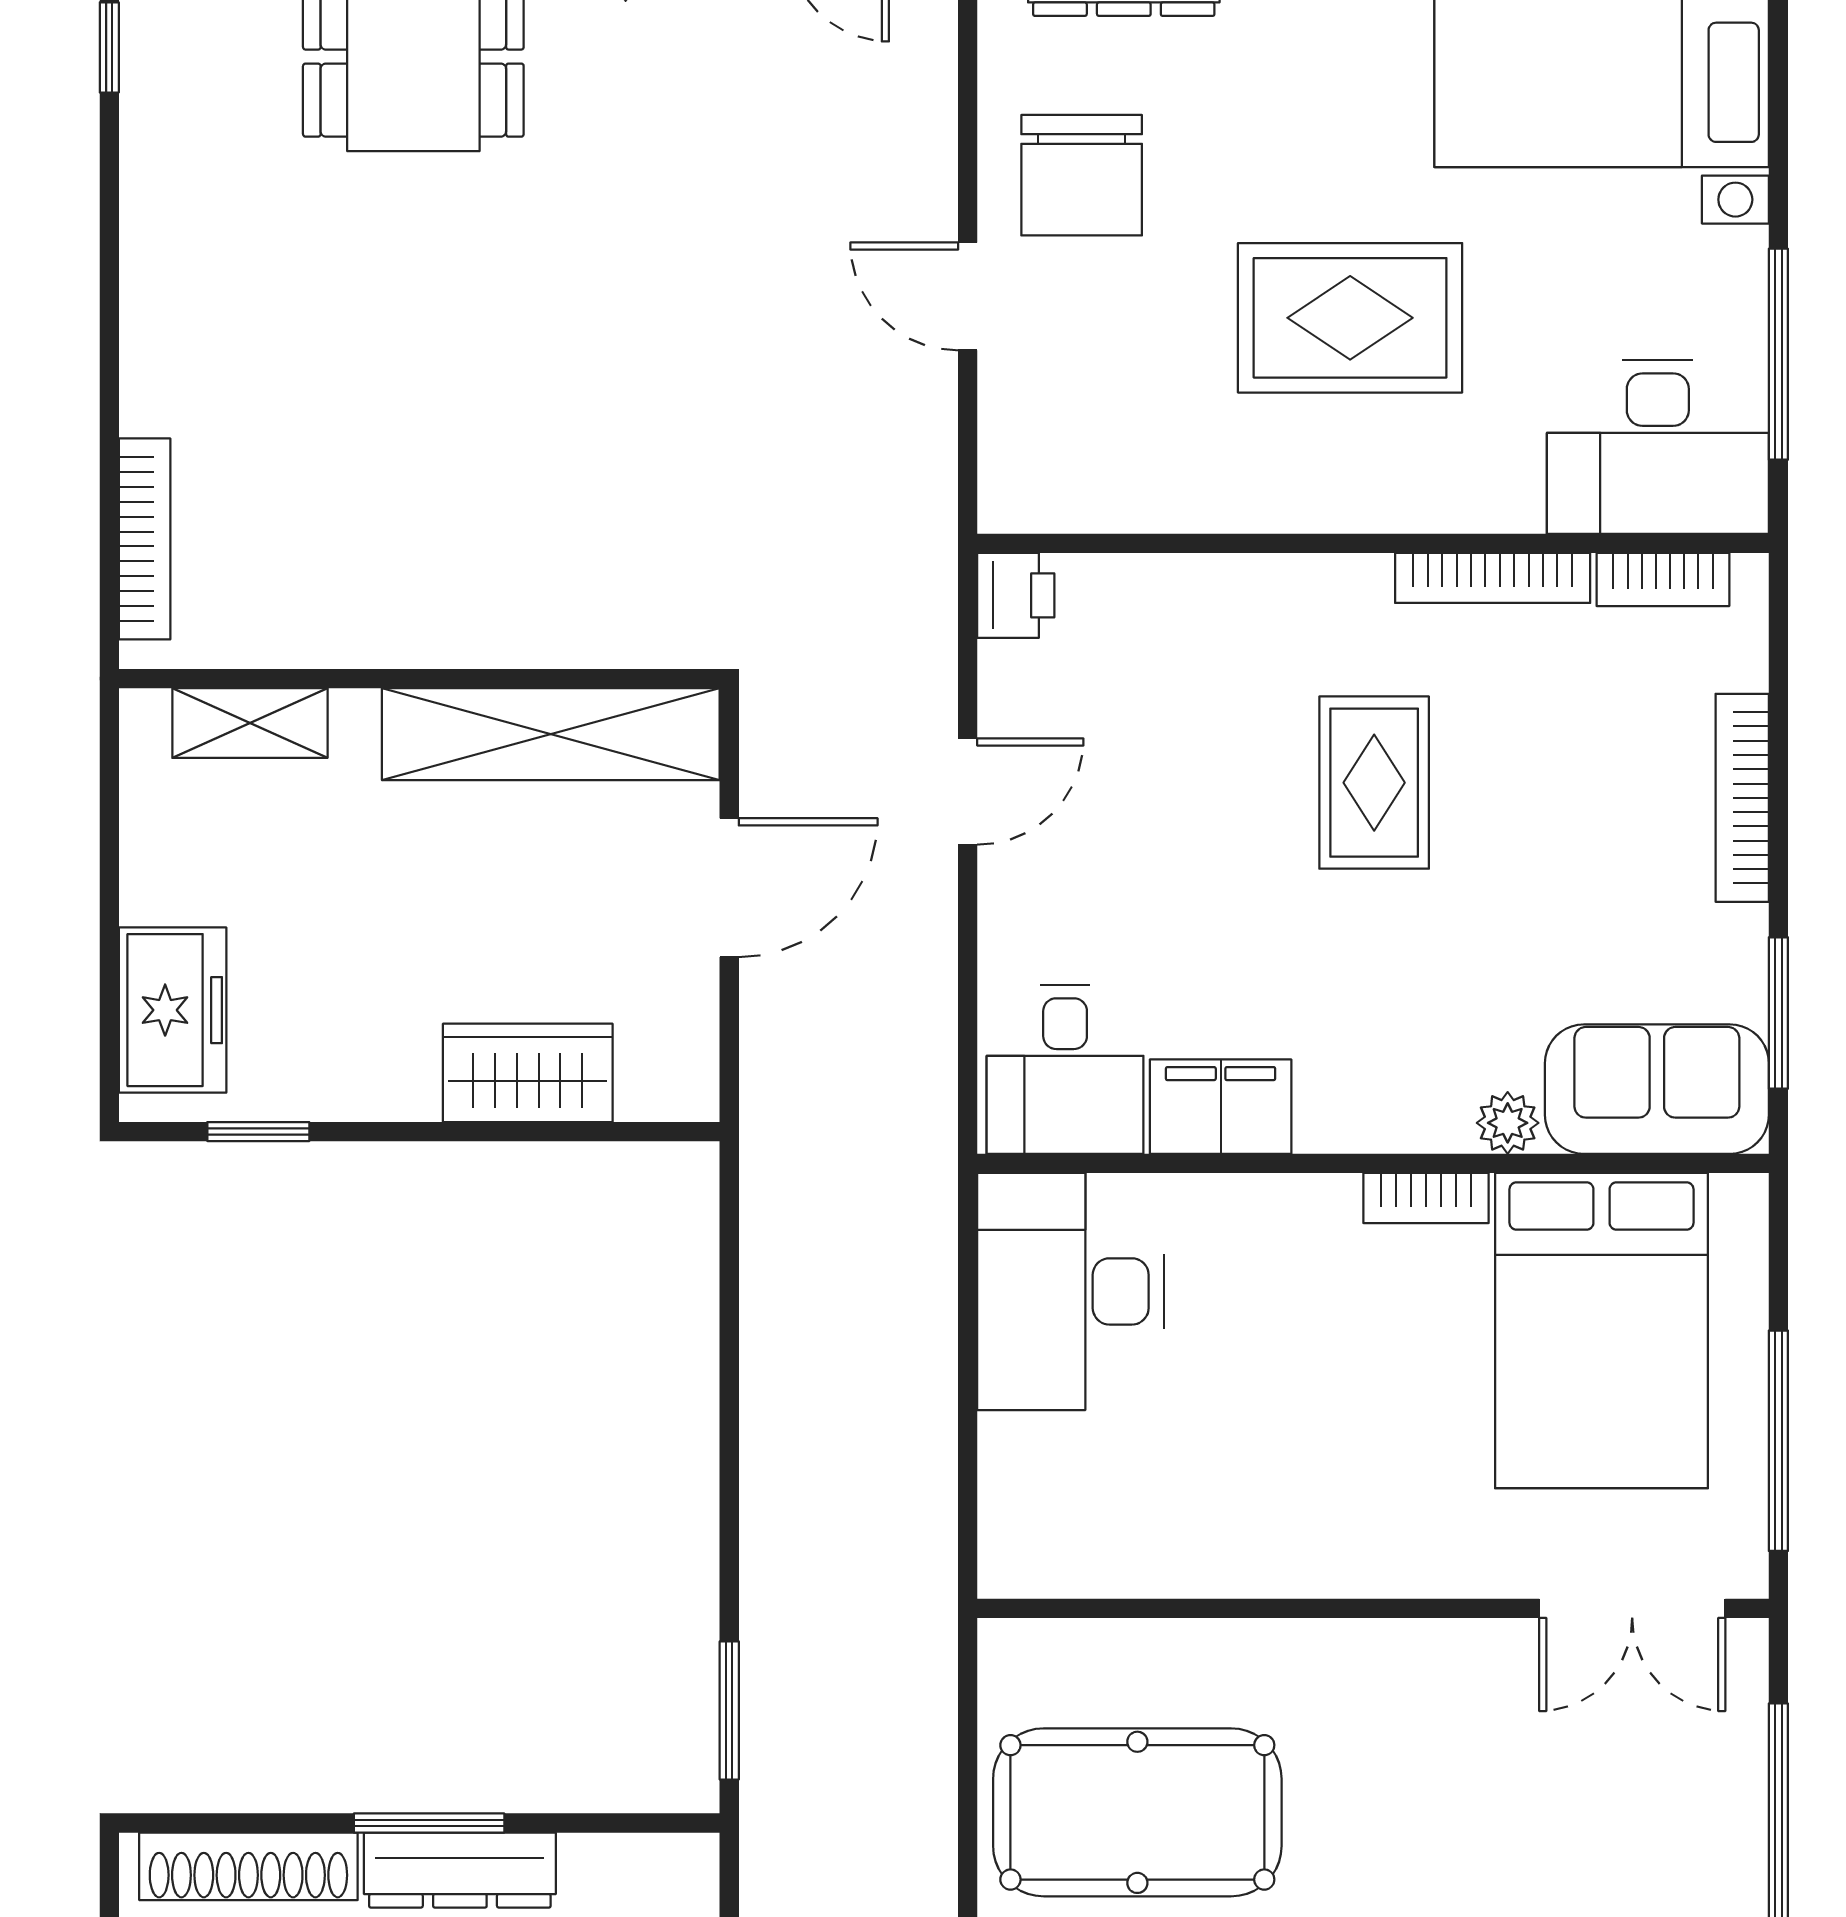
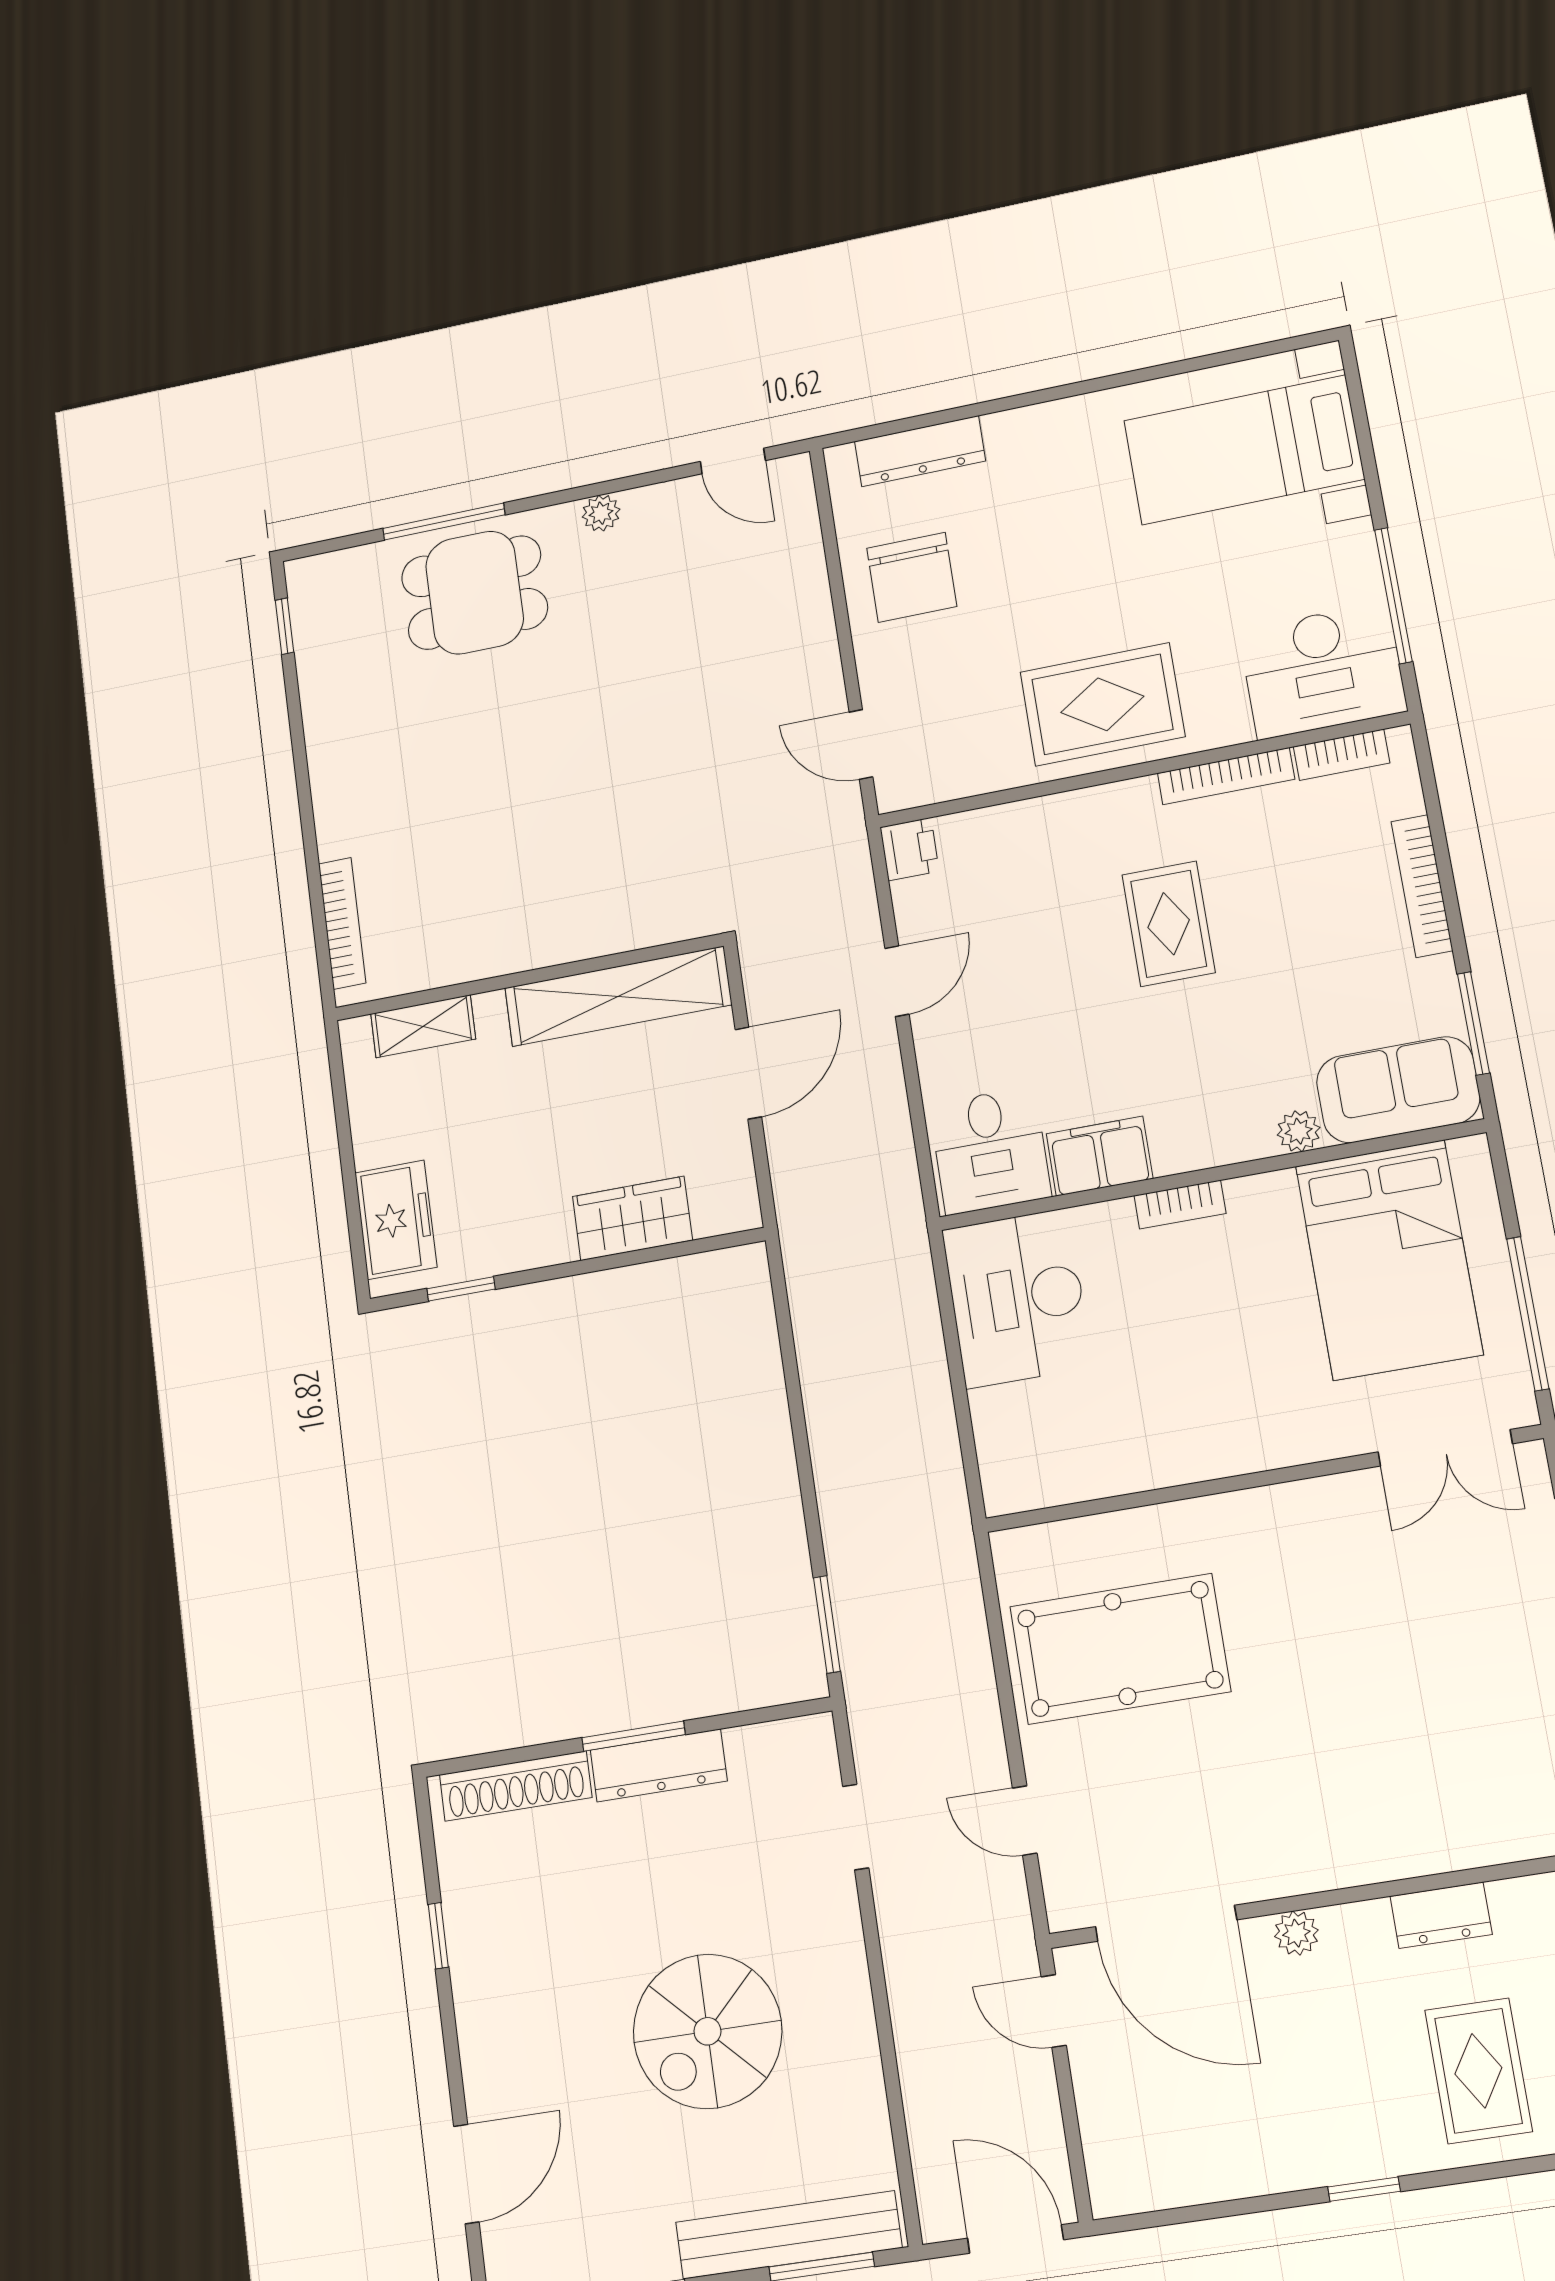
door: (968, 296) -> (861, 744), moved
rug: (1350, 318) -> (1102, 704), moved
bookcase: (1426, 1198) -> (1180, 1204), moved

